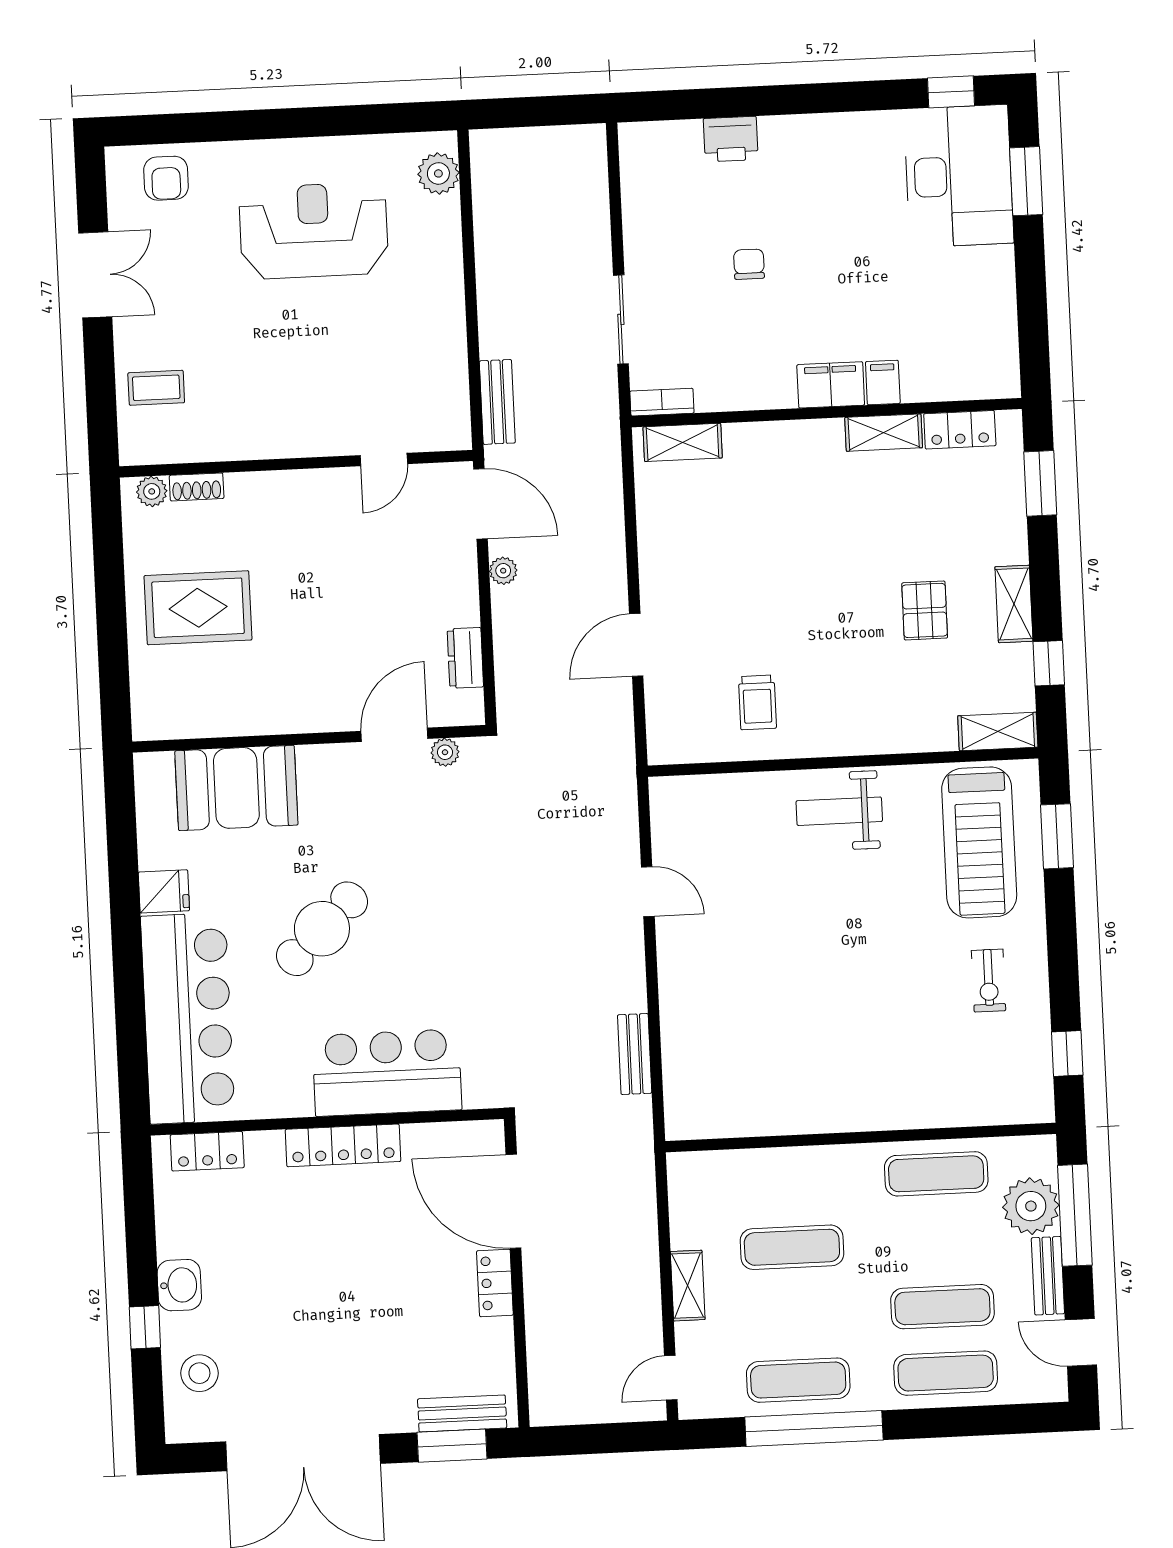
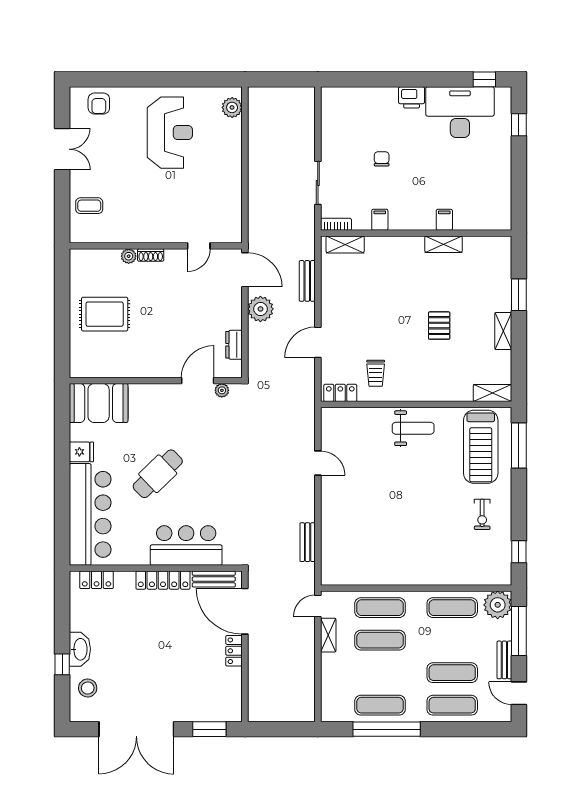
printer: (731, 139) -> (412, 97), moved
desk: (959, 176) -> (460, 112), moved, turned -90
window: (1026, 181) -> (519, 125), width x0.67
reception desk: (314, 231) -> (170, 133), turned 90
filing cabinet: (831, 385) -> (380, 220), moved, width x0.50
bench: (497, 402) -> (307, 281), moved
locker: (960, 430) -> (340, 393), moved, turned 180
window: (1040, 483) -> (519, 295), moved
shoe rack: (197, 487) -> (151, 255), moved
plant: (152, 491) -> (129, 256), moved
plant: (503, 571) -> (260, 309), width x1.87, depth x1.87
pallet: (925, 610) -> (439, 326), moved
window: (1049, 663) -> (519, 361), removed
booth: (236, 788) -> (99, 403), moved
weight bench: (839, 811) -> (413, 428), turned 180
window: (1057, 836) -> (519, 446), width x1.44
exercise mat: (789, 1181) -> (380, 608), added
plant: (1031, 1206) -> (498, 605), moved
washbasin: (179, 1285) -> (80, 649), width x1.38
shelving: (688, 1286) -> (328, 635), moved
door: (671, 1378) -> (318, 606), moved
bench: (462, 1413) -> (214, 579), moved

